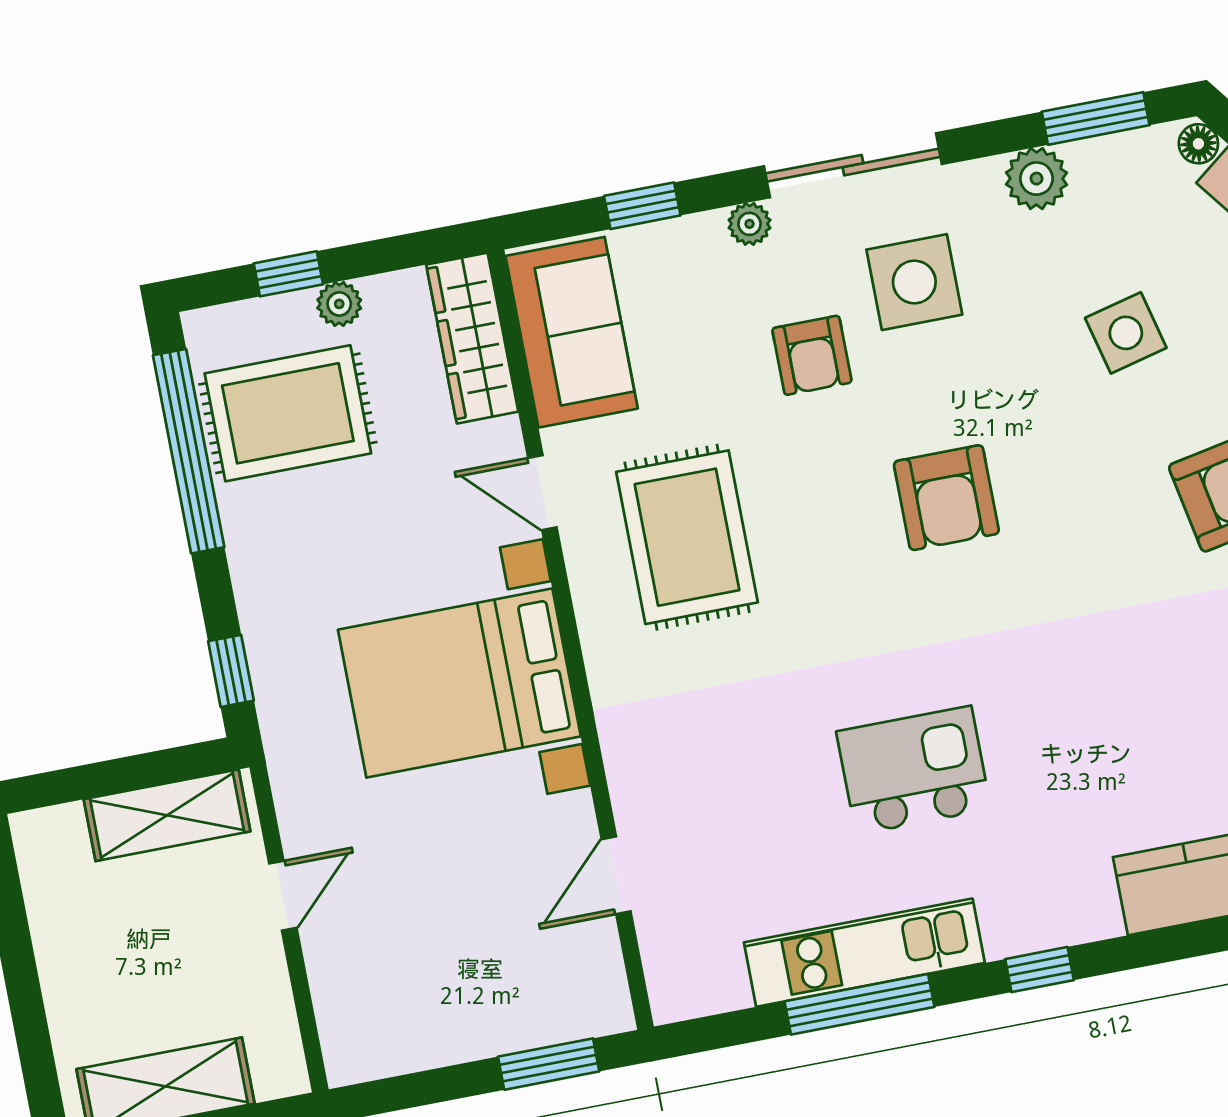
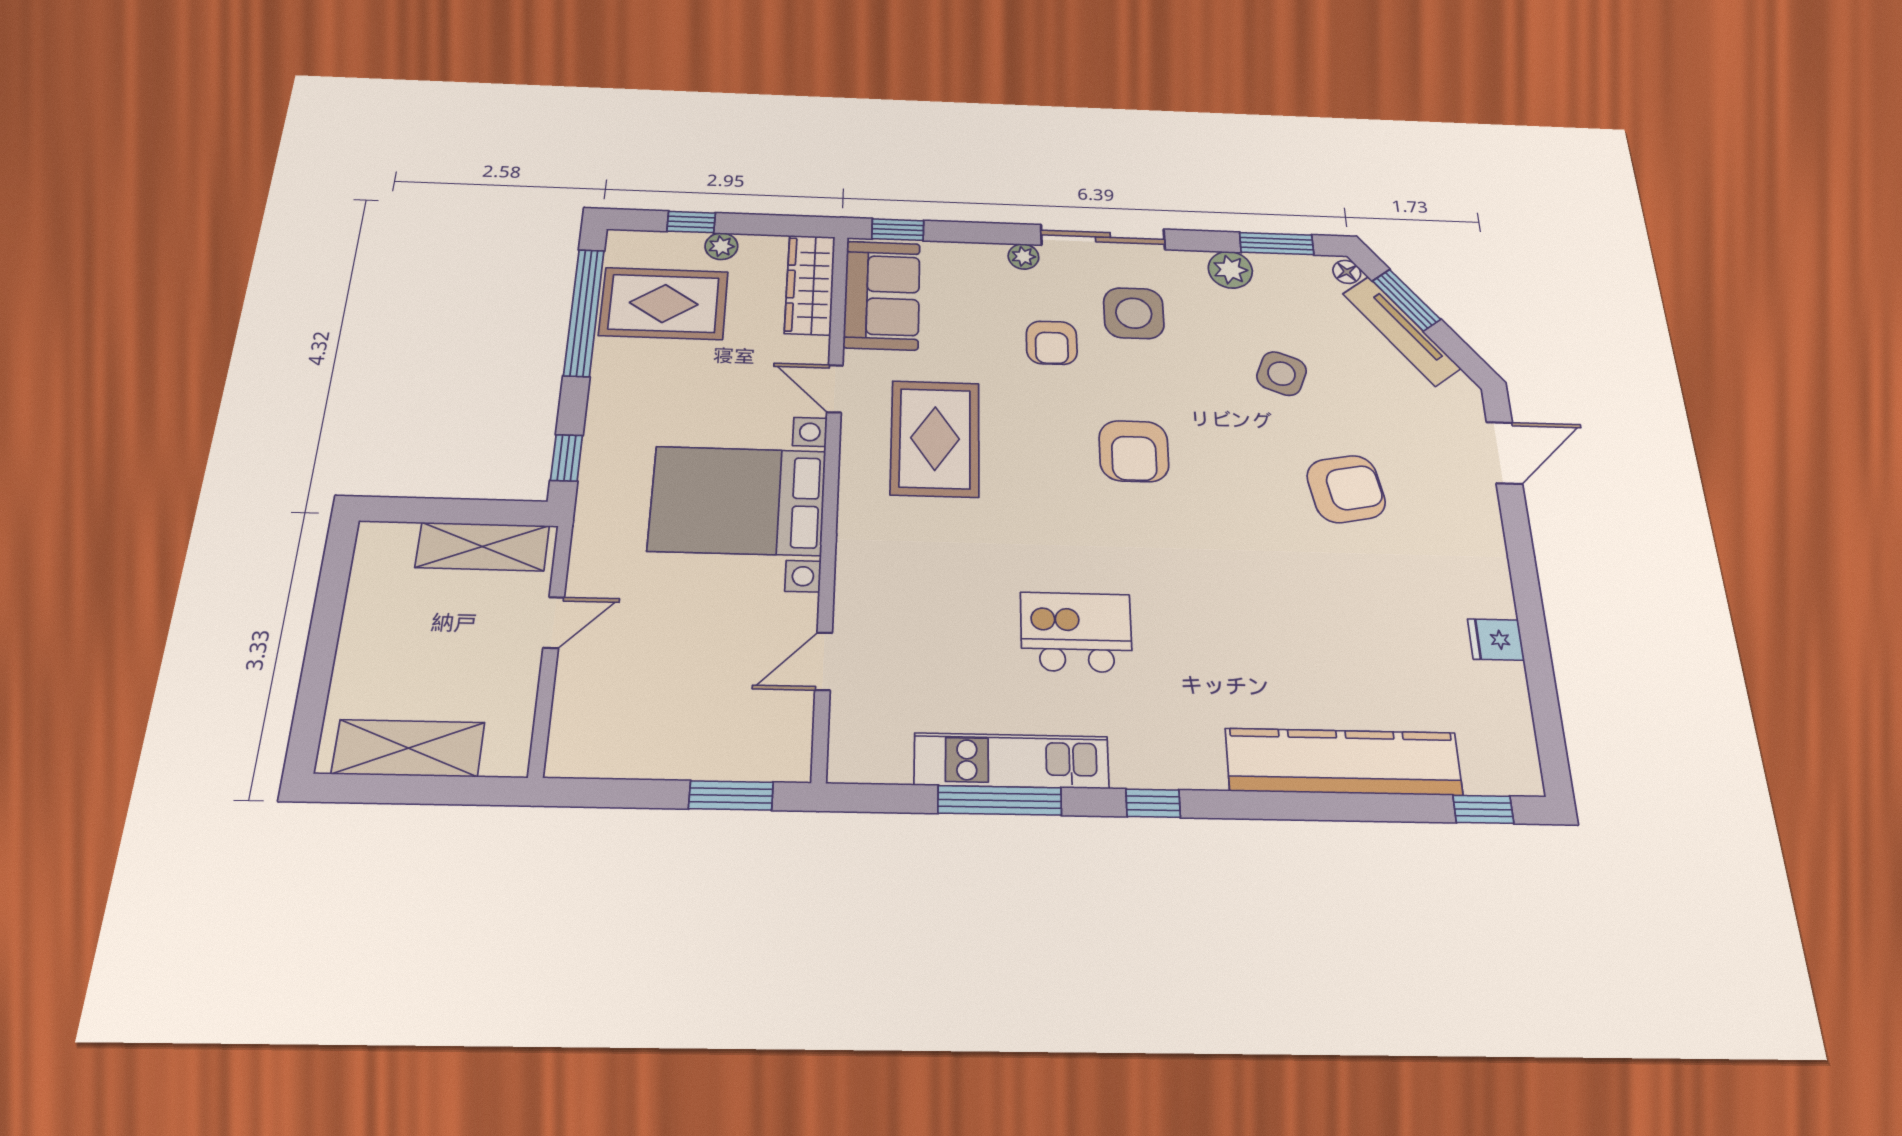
window: (642, 206) -> (898, 230), moved
side table: (1126, 333) -> (1282, 374), turned 35

